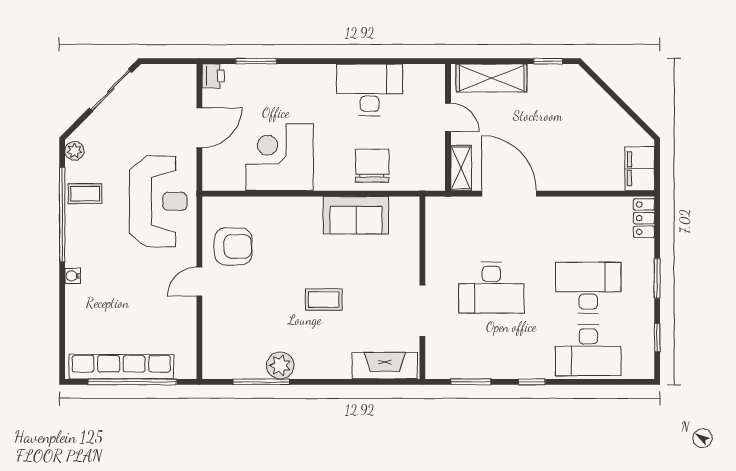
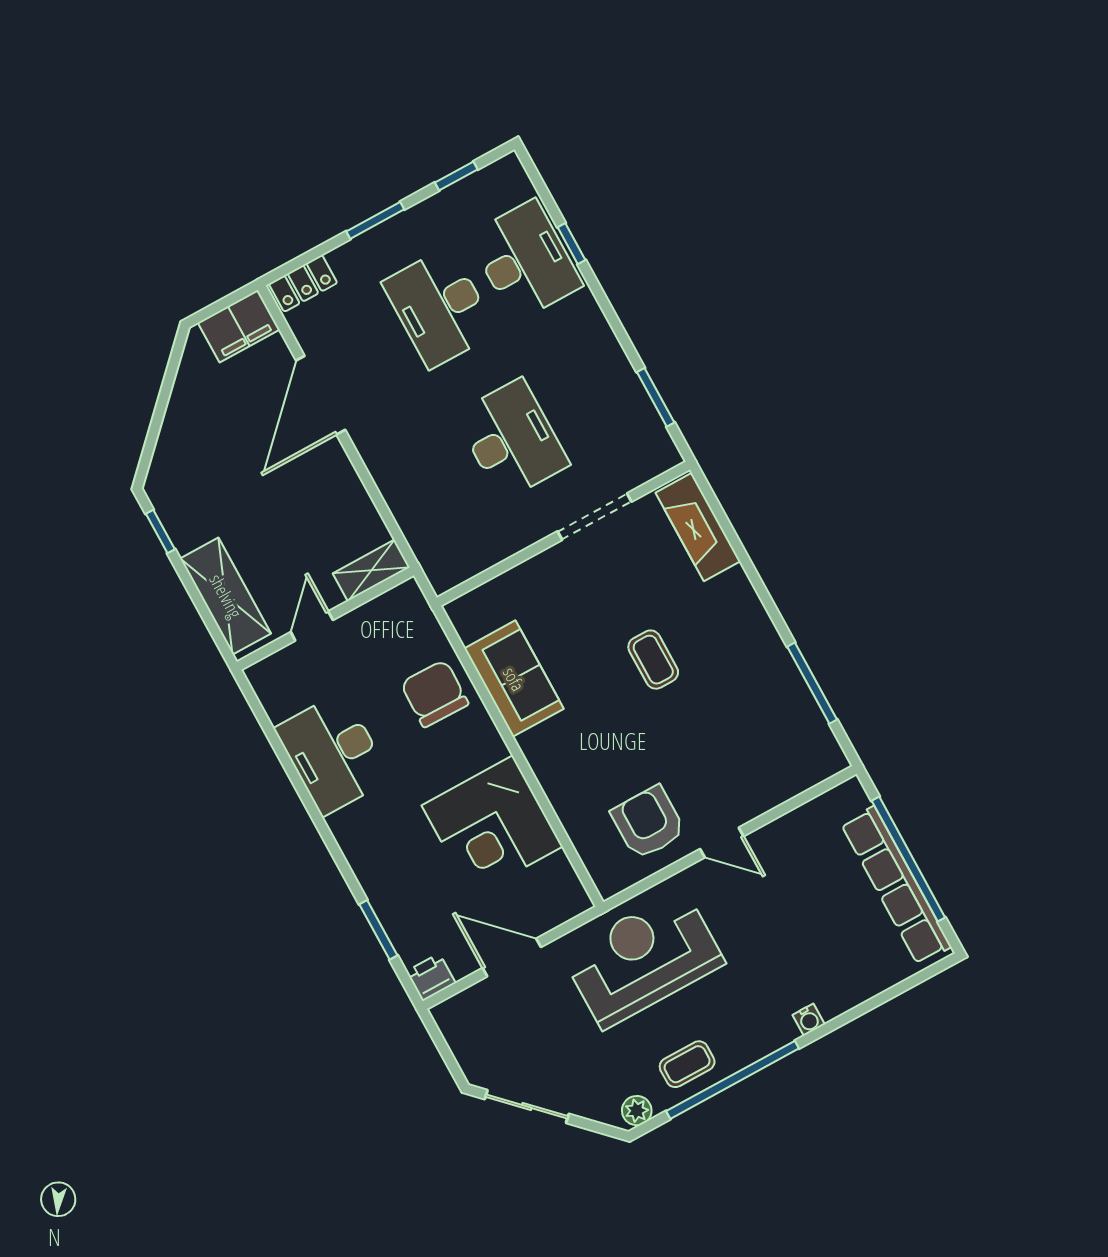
chair: (372, 166) -> (434, 694), turned 91
coffee table: (85, 194) -> (687, 1064), turned 90
door: (509, 194) -> (321, 395), moved
plant: (280, 365) -> (776, 669), removed
window: (532, 382) -> (571, 244), moved

